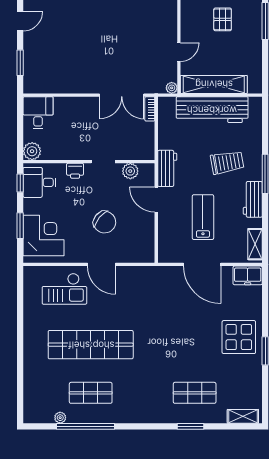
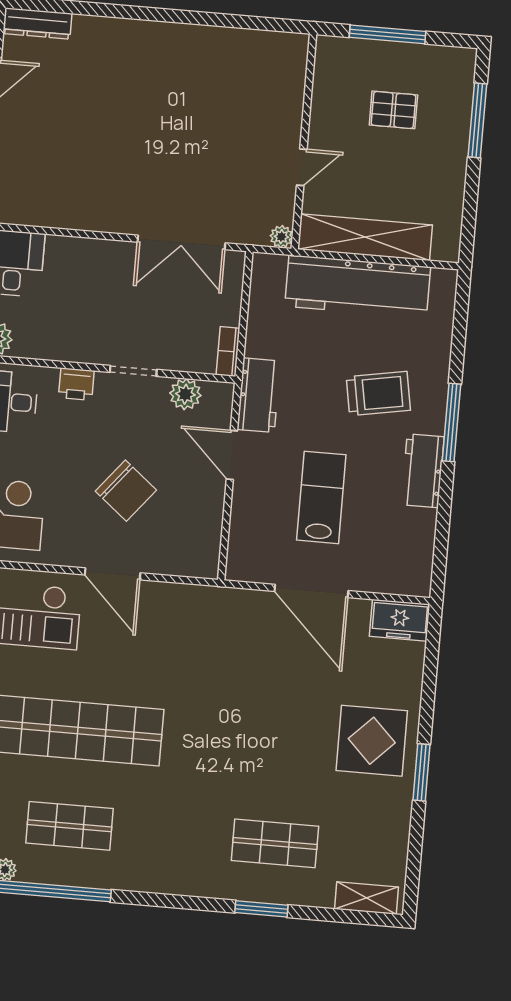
pallet: (223, 19) -> (393, 110), turned 90
bookcase: (150, 109) -> (228, 351), moved
shelving: (255, 244) -> (420, 560), removed

